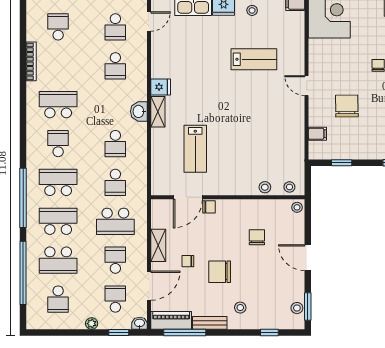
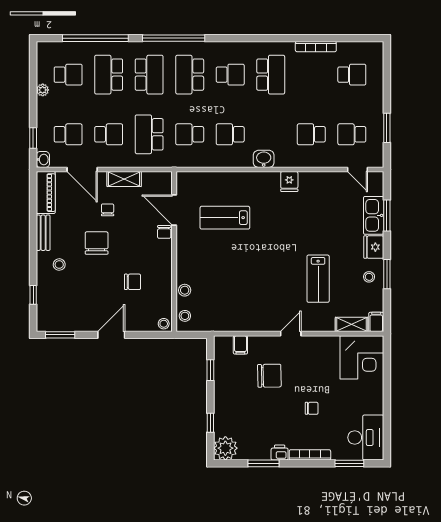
shelving: (158, 112) -> (351, 324), moved
school desk: (58, 182) -> (190, 75), turned 180
school desk: (58, 299) -> (68, 75), turned 180
stool: (297, 308) -> (59, 324), removed
plant: (92, 324) -> (43, 90), moved
window: (185, 333) -> (33, 207), removed

